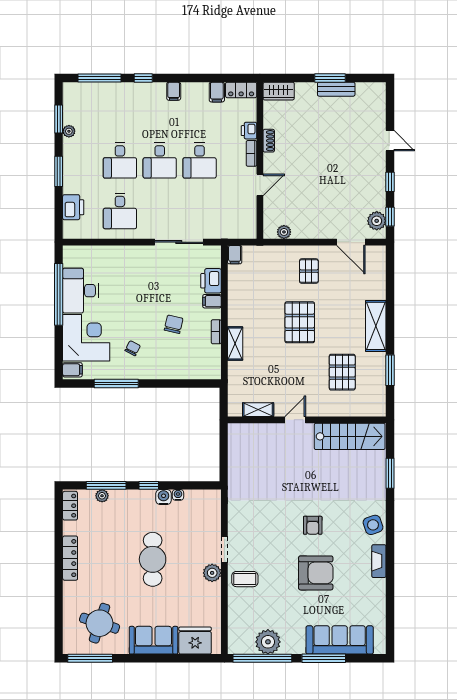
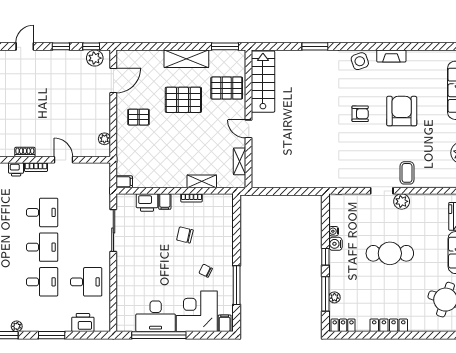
pallet: (300, 322) -> (183, 100), moved
shelving: (258, 410) -> (240, 161), moved
door: (295, 420) -> (249, 129), moved
wall: (307, 420) -> (249, 119), moved
stairs: (350, 436) -> (263, 82), moved

